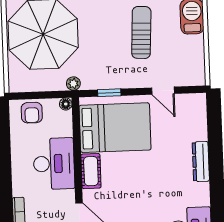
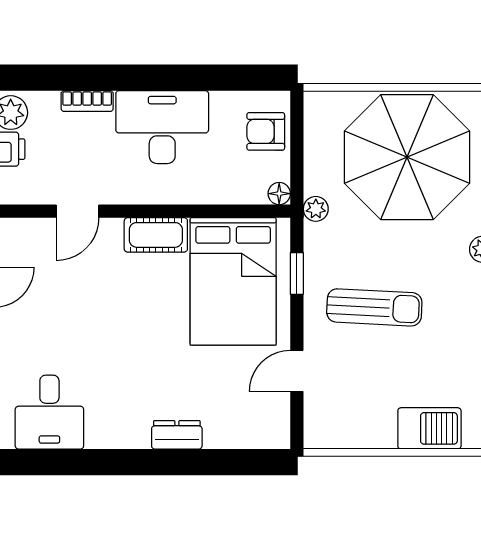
sun lounger: (141, 32) -> (374, 307), moved
dresser: (201, 162) -> (177, 435), width x0.70
desk: (54, 164) -> (162, 127), moved, turned 180

